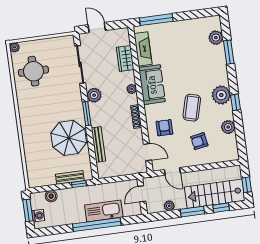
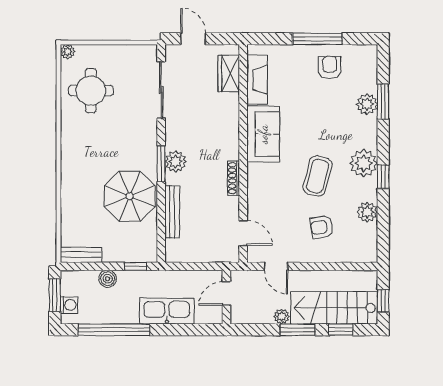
window: (156, 20) -> (317, 39), moved
plant: (216, 38) -> (367, 104), moved
wardrobe: (125, 58) -> (229, 73), moved
plant: (132, 89) -> (232, 137), removed
plant: (94, 95) -> (176, 161), moved
armchair: (164, 128) -> (330, 67), moved
bench: (70, 177) -> (81, 255), moved
boiler: (51, 196) -> (108, 279), moved
plant: (169, 206) -> (282, 316), moved
window: (97, 225) -> (114, 330), moved

